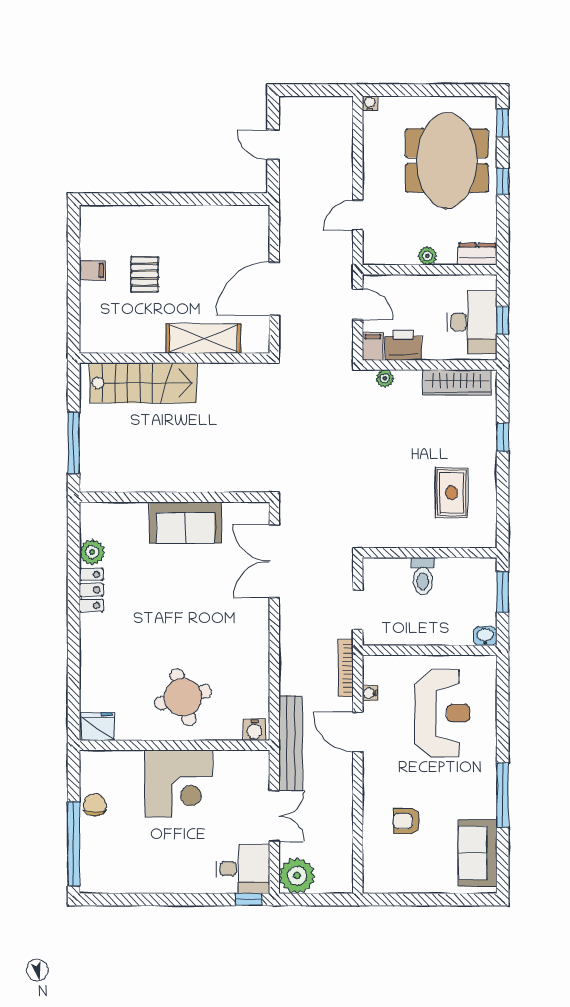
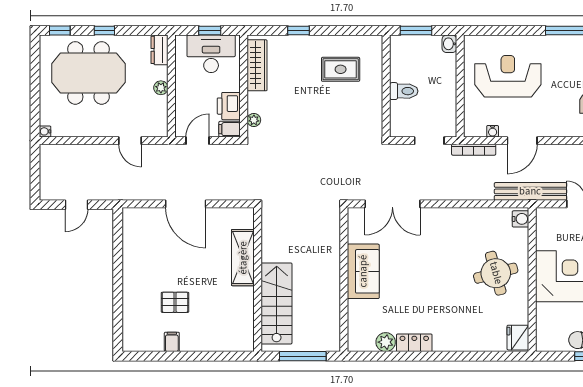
shelving: (204, 338) -> (243, 258), moved
wall: (175, 358) -> (258, 280), moved
stairs: (143, 383) -> (277, 303), moved

